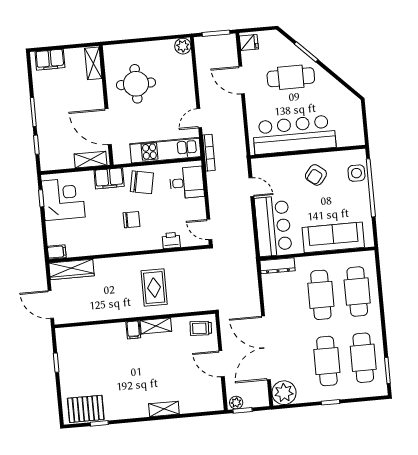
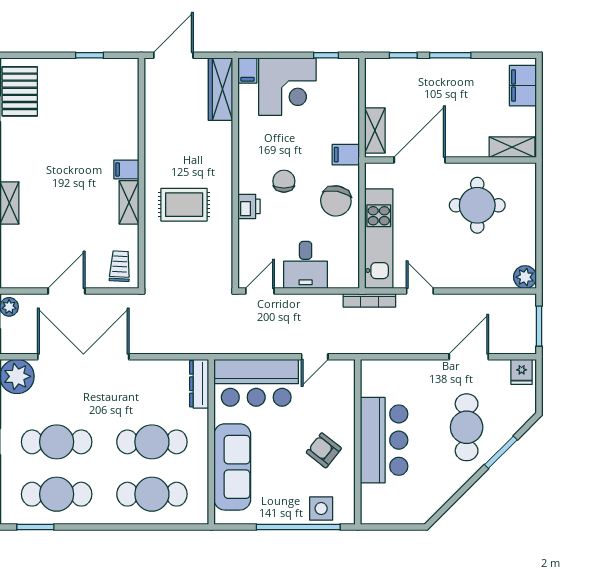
bar counter: (294, 135) -> (384, 440), width x0.73
filing cabinet: (109, 178) -> (346, 155), width x0.50
desk: (187, 183) -> (306, 265), moved
corner desk: (63, 199) -> (287, 87), moved
chair: (131, 220) -> (284, 181), turned 180
printer: (171, 240) -> (249, 206), moved

